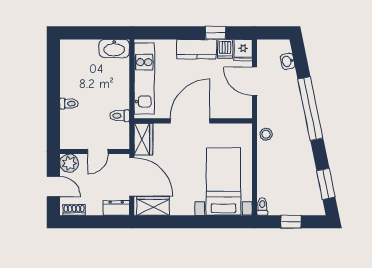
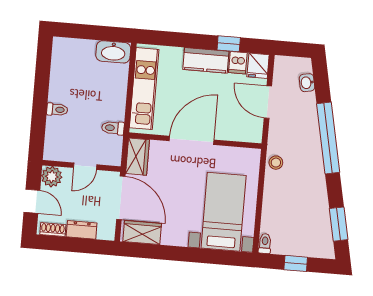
dresser: (116, 208) -> (82, 230), moved

